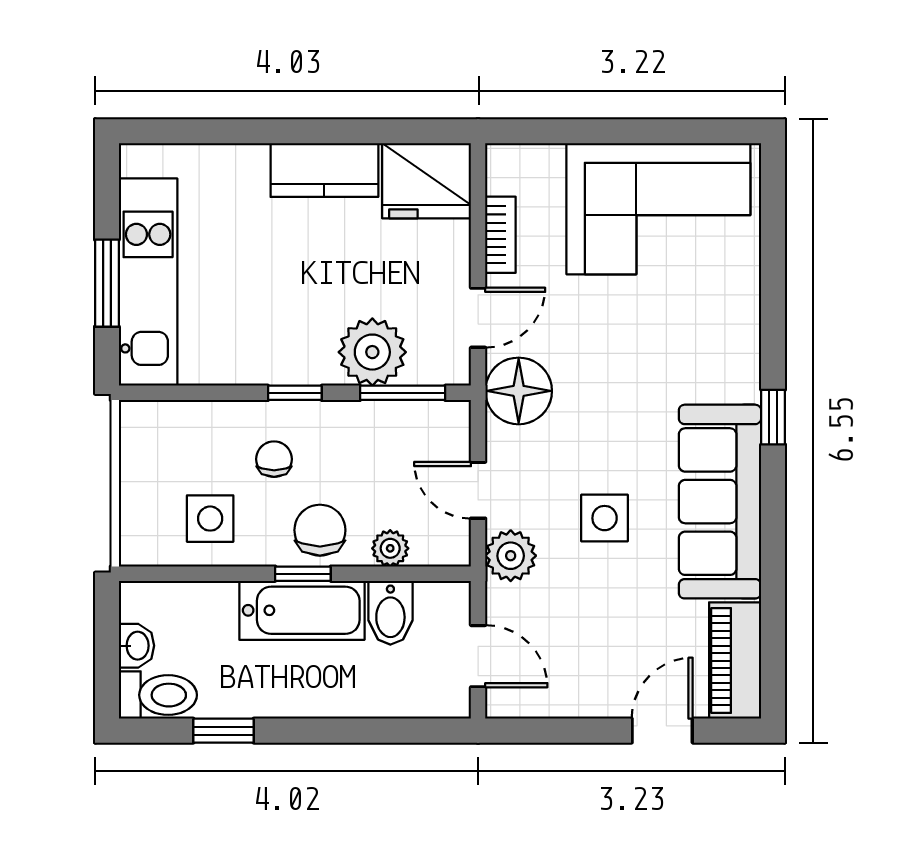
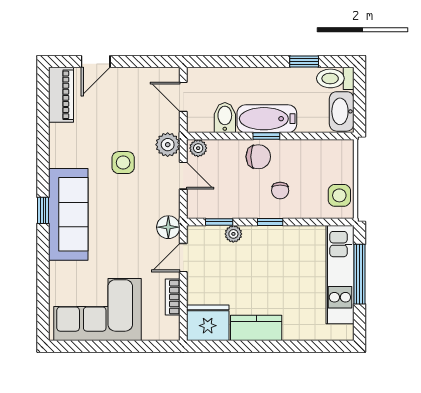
window: (107, 283) -> (359, 274), width x1.44
plant: (372, 352) -> (233, 234), width x0.53, depth x0.53
floor lamp: (519, 391) -> (168, 227), width x0.73, depth x0.73
window: (403, 393) -> (219, 222), width x0.67
sofa: (720, 502) -> (68, 214), moved
side table: (210, 519) -> (339, 195), moved
chair: (320, 530) -> (258, 157), turned -90
plant: (390, 548) -> (198, 148), moved
washbasin: (137, 646) -> (342, 111), width x1.91, depth x1.45

